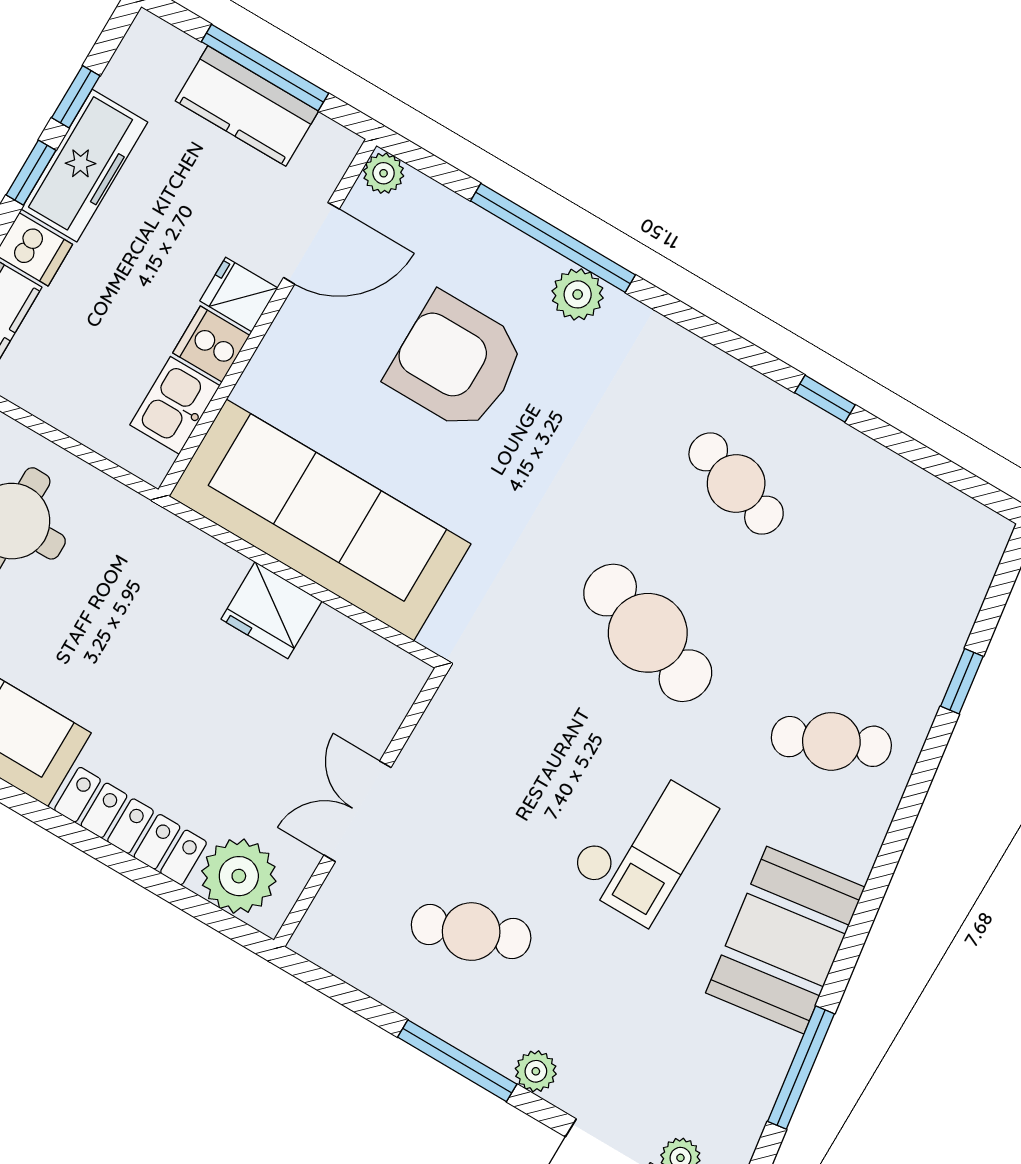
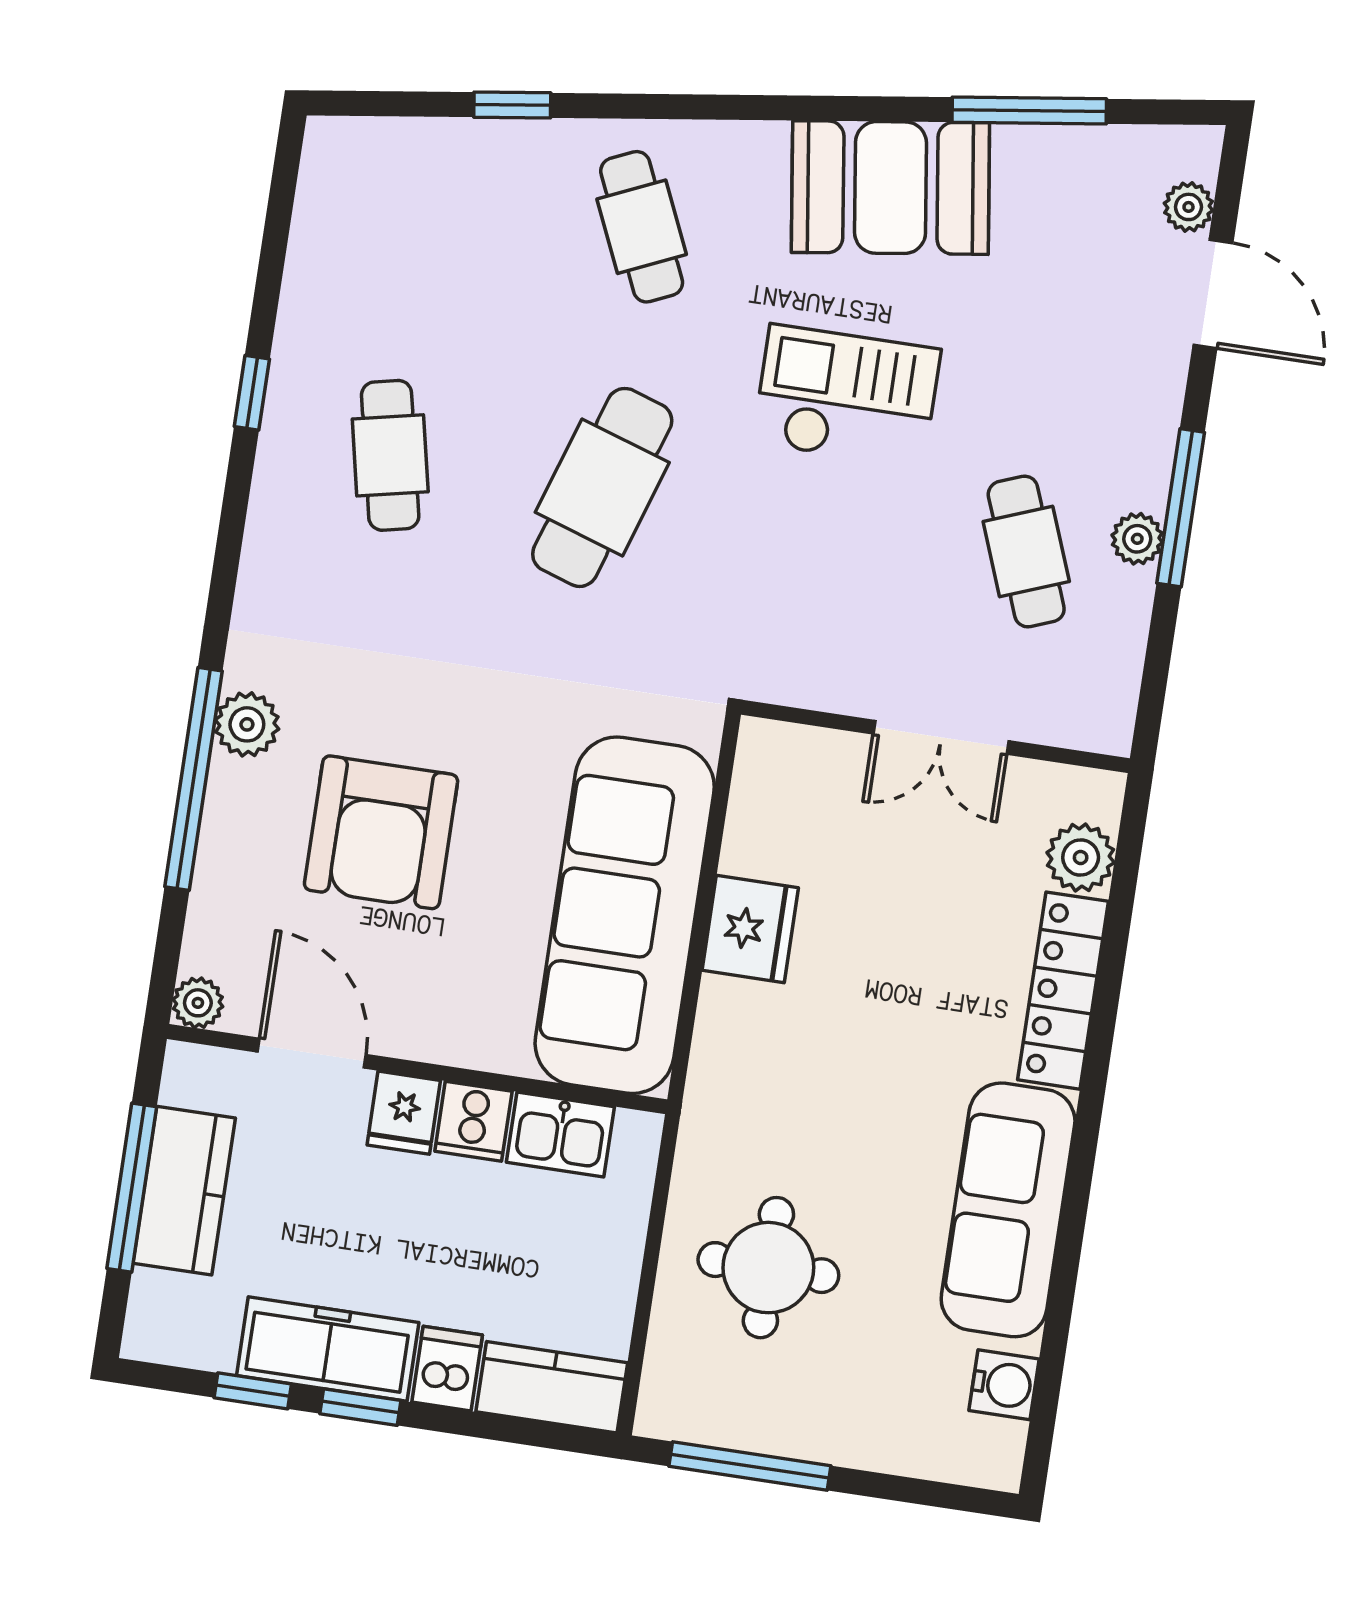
cafe table: (736, 484) -> (390, 455), turned -30
plant: (239, 876) -> (1081, 857), width x0.73, depth x0.73
plant: (536, 1071) -> (1137, 539), moved

